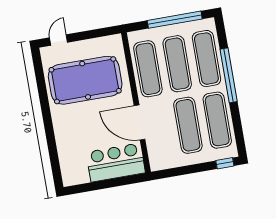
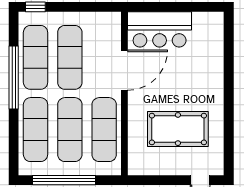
window: (229, 75) -> (14, 77), moved
pool table: (85, 80) -> (178, 129), width x0.73, depth x0.76
door: (140, 122) -> (124, 70), hinge flipped

